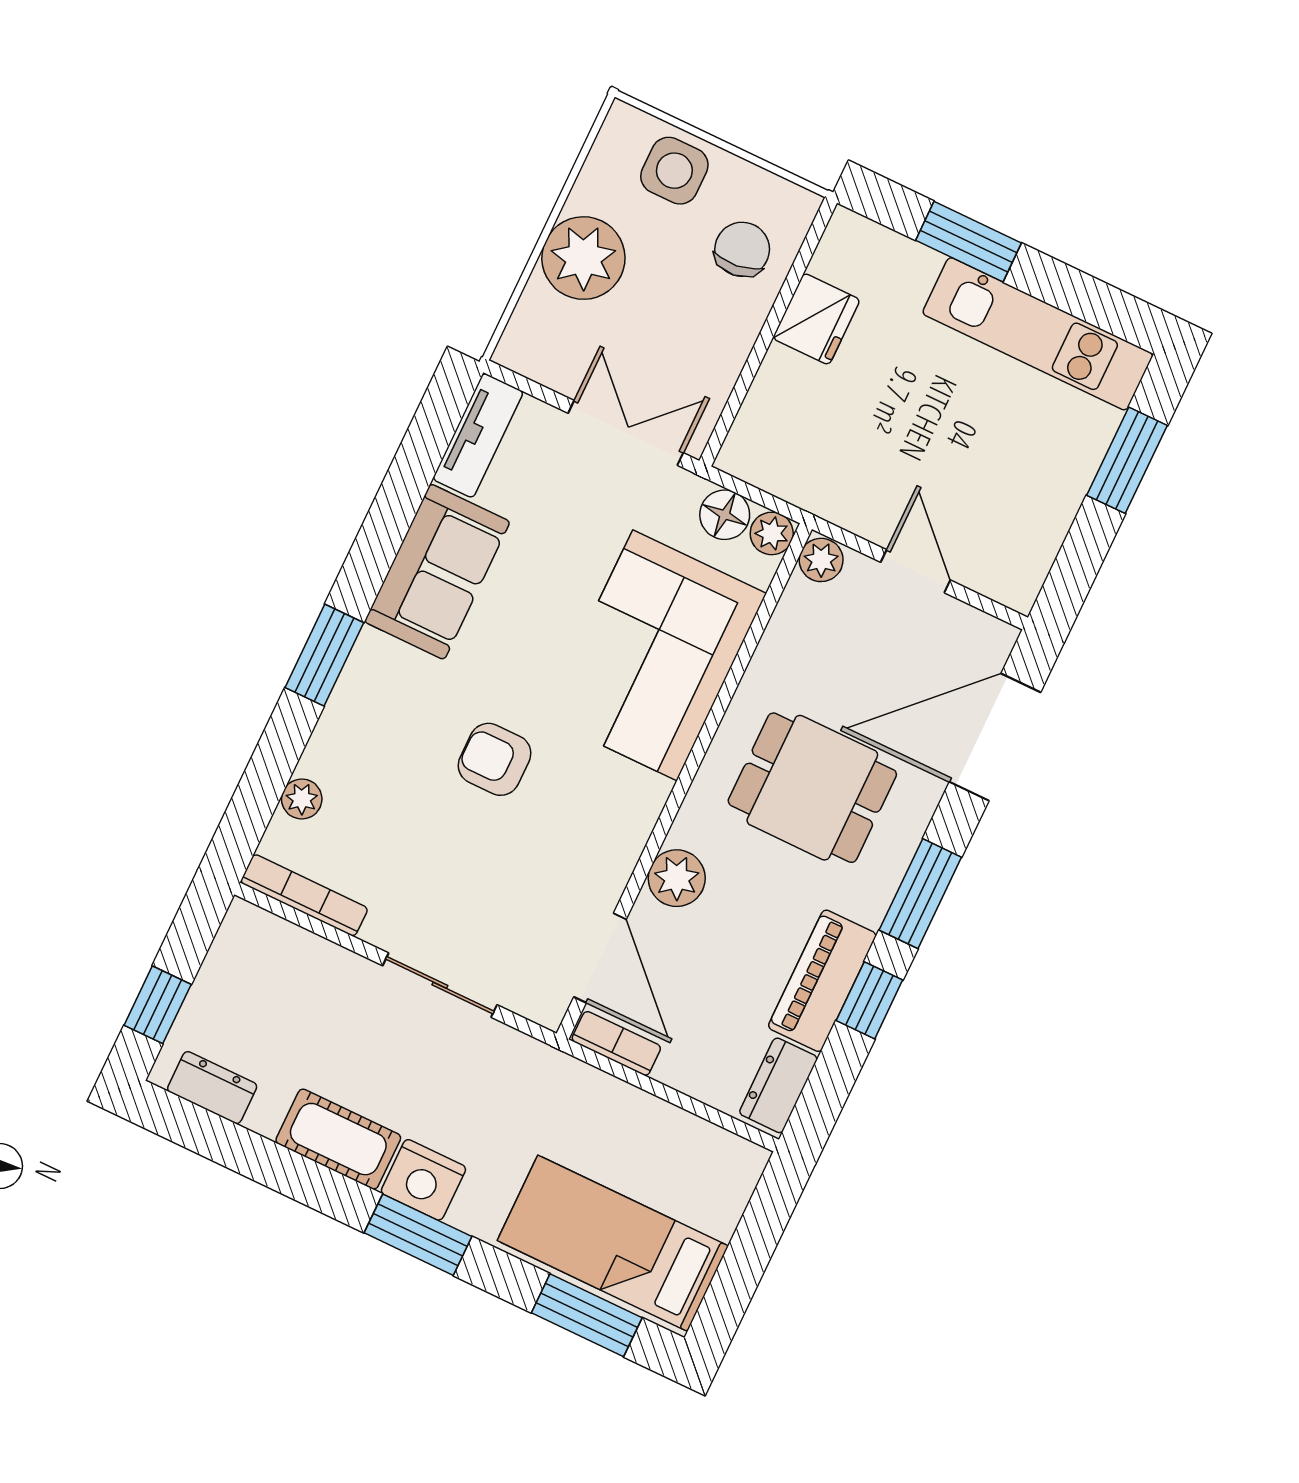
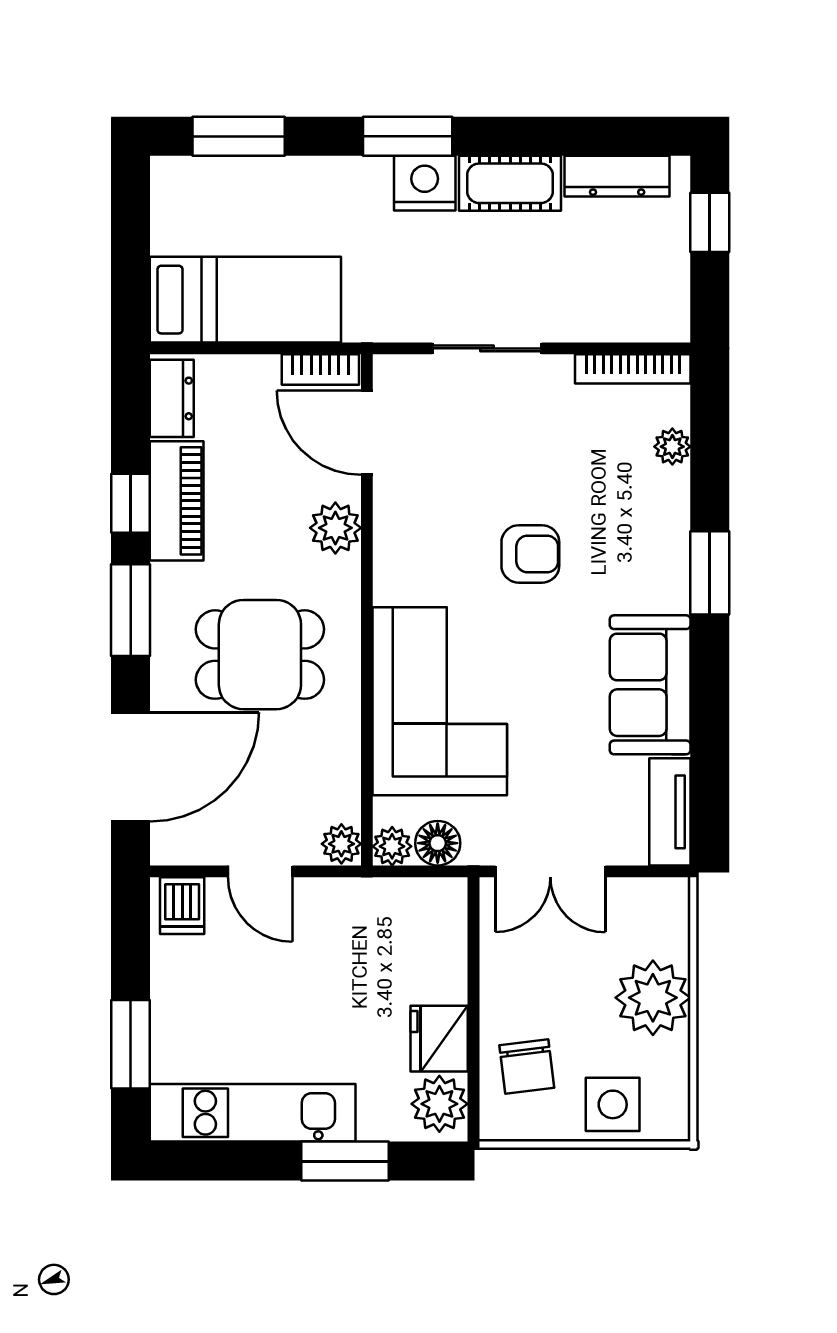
plant: (847, 254) -> (439, 1104), added
dishwasher: (1010, 574) -> (182, 906), added
dresser: (212, 1088) -> (617, 176), width x1.44
bed: (613, 1243) -> (245, 300), moved

